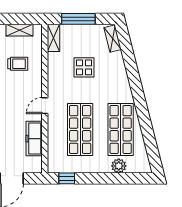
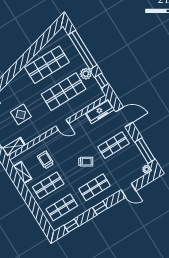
freezer: (34, 139) -> (100, 111), moved
plant: (119, 166) -> (86, 74), moved
window: (113, 178) -> (83, 50), added

